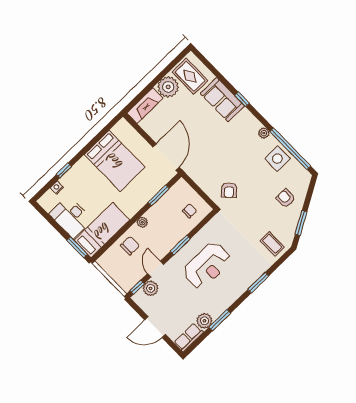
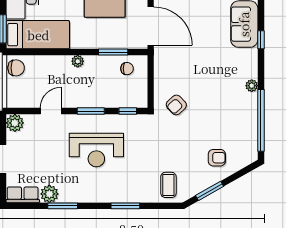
door: (166, 157) -> (151, 26), hinge flipped
side table: (277, 159) -> (242, 118), removed
armchair: (286, 198) -> (217, 158), turned 90
chair: (190, 211) -> (127, 69), moved
chair: (130, 246) -> (16, 68), moved
window: (137, 287) -> (128, 111), moved
plant: (151, 288) -> (15, 123), moved

